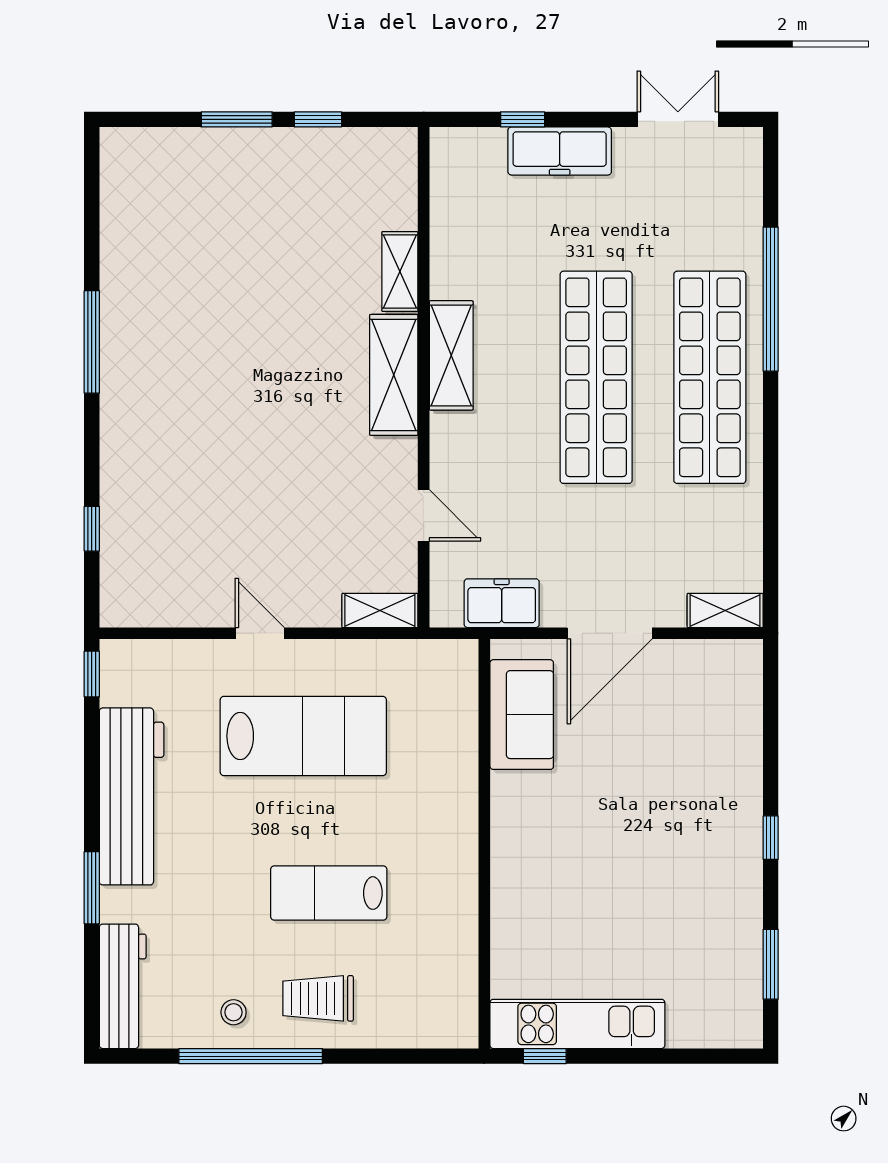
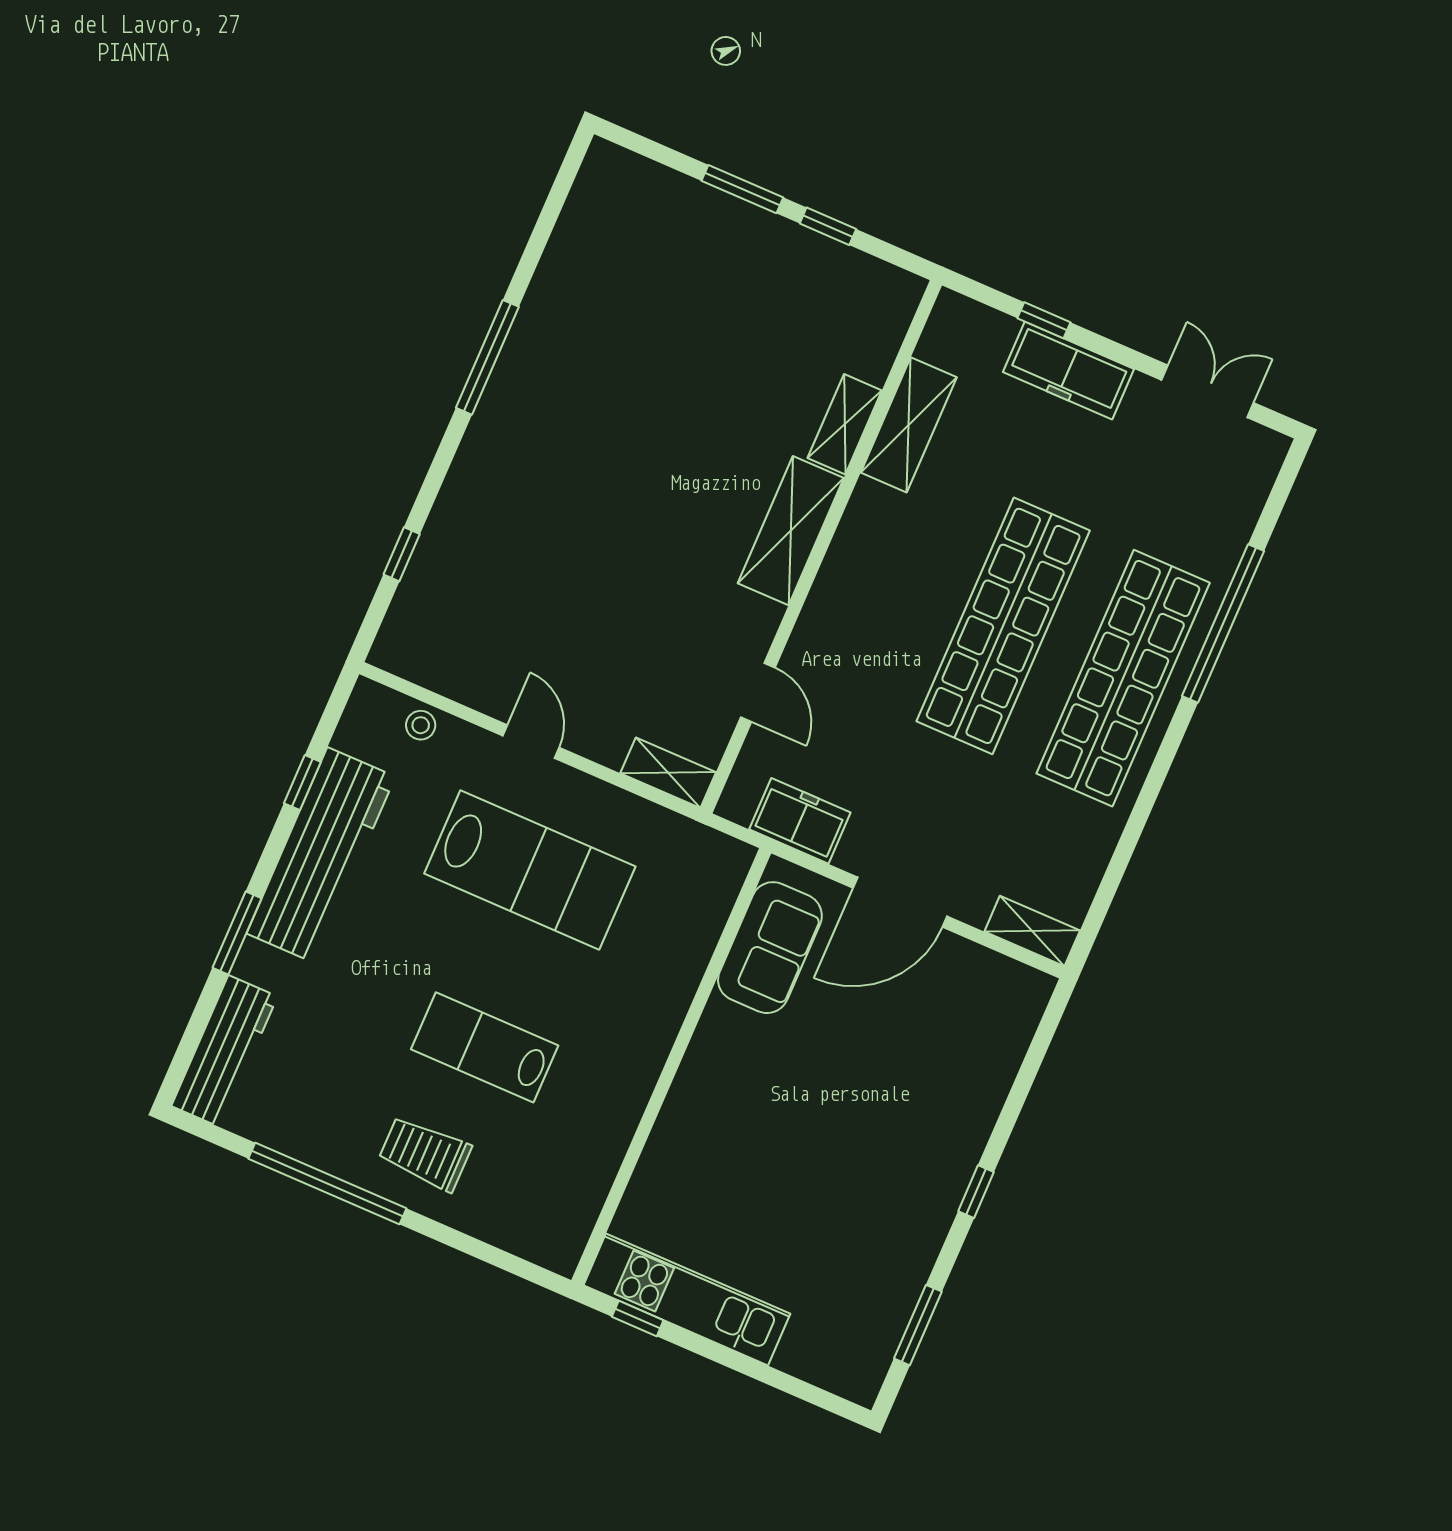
shelving: (451, 355) -> (909, 425), moved
window: (92, 674) -> (302, 783), moved
stool: (234, 1012) -> (421, 725), moved

